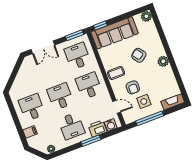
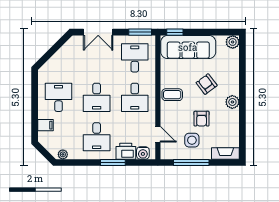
desk: (89, 86) -> (135, 97), turned 180
armchair: (133, 87) -> (202, 119), moved
desk: (60, 96) -> (97, 97), turned 180

